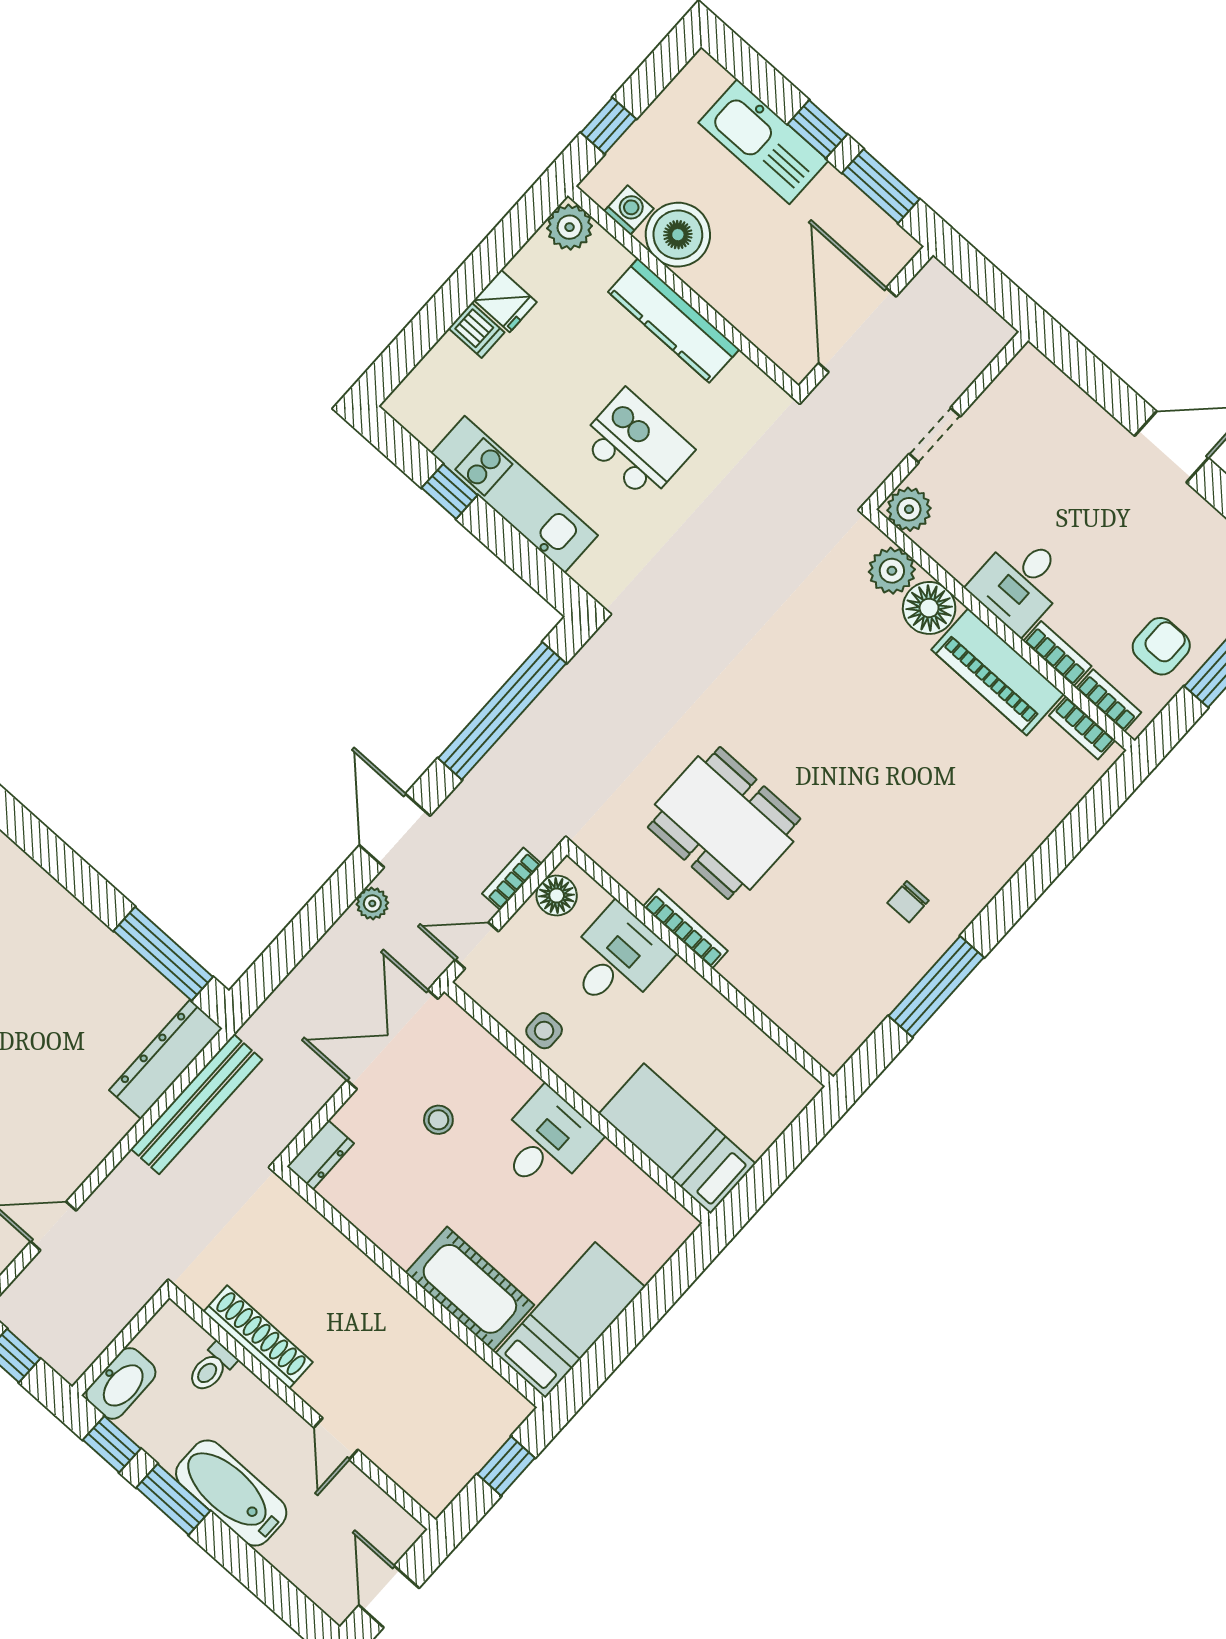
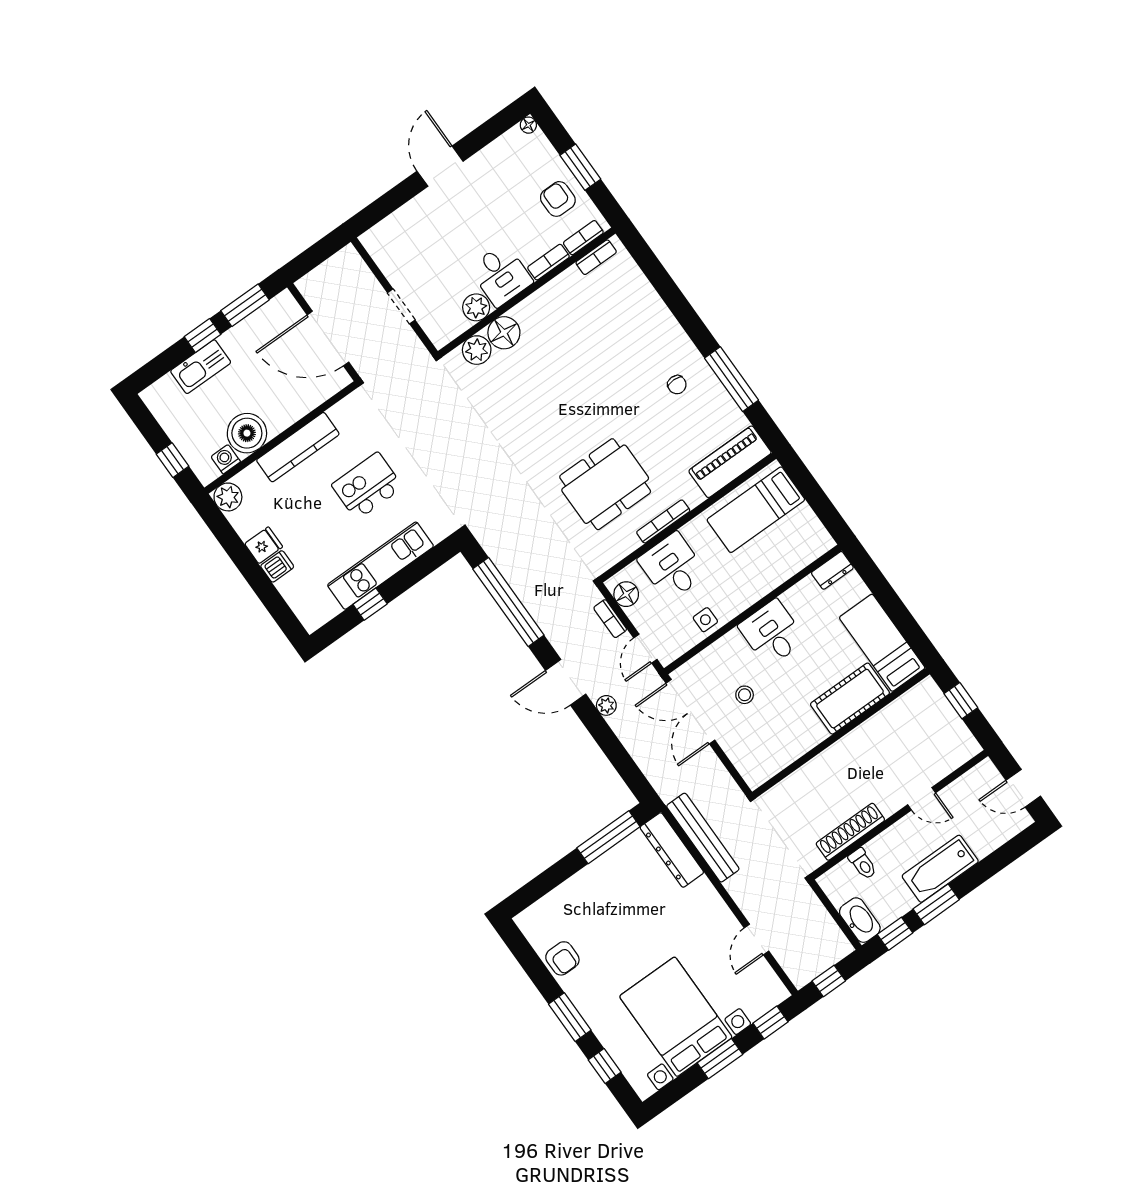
kitchen sink: (763, 142) -> (201, 367), width x0.73, depth x0.81
plant: (909, 509) -> (476, 307), moved
piano: (998, 672) -> (730, 462), moved, turned 180
bed: (677, 1139) -> (756, 510), moved
dresser: (320, 1155) -> (832, 570), moved, turned 90

